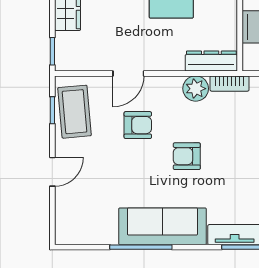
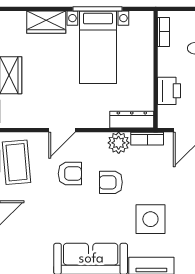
armchair: (187, 156) -> (111, 182), moved
side table: (234, 179) -> (150, 219), added

